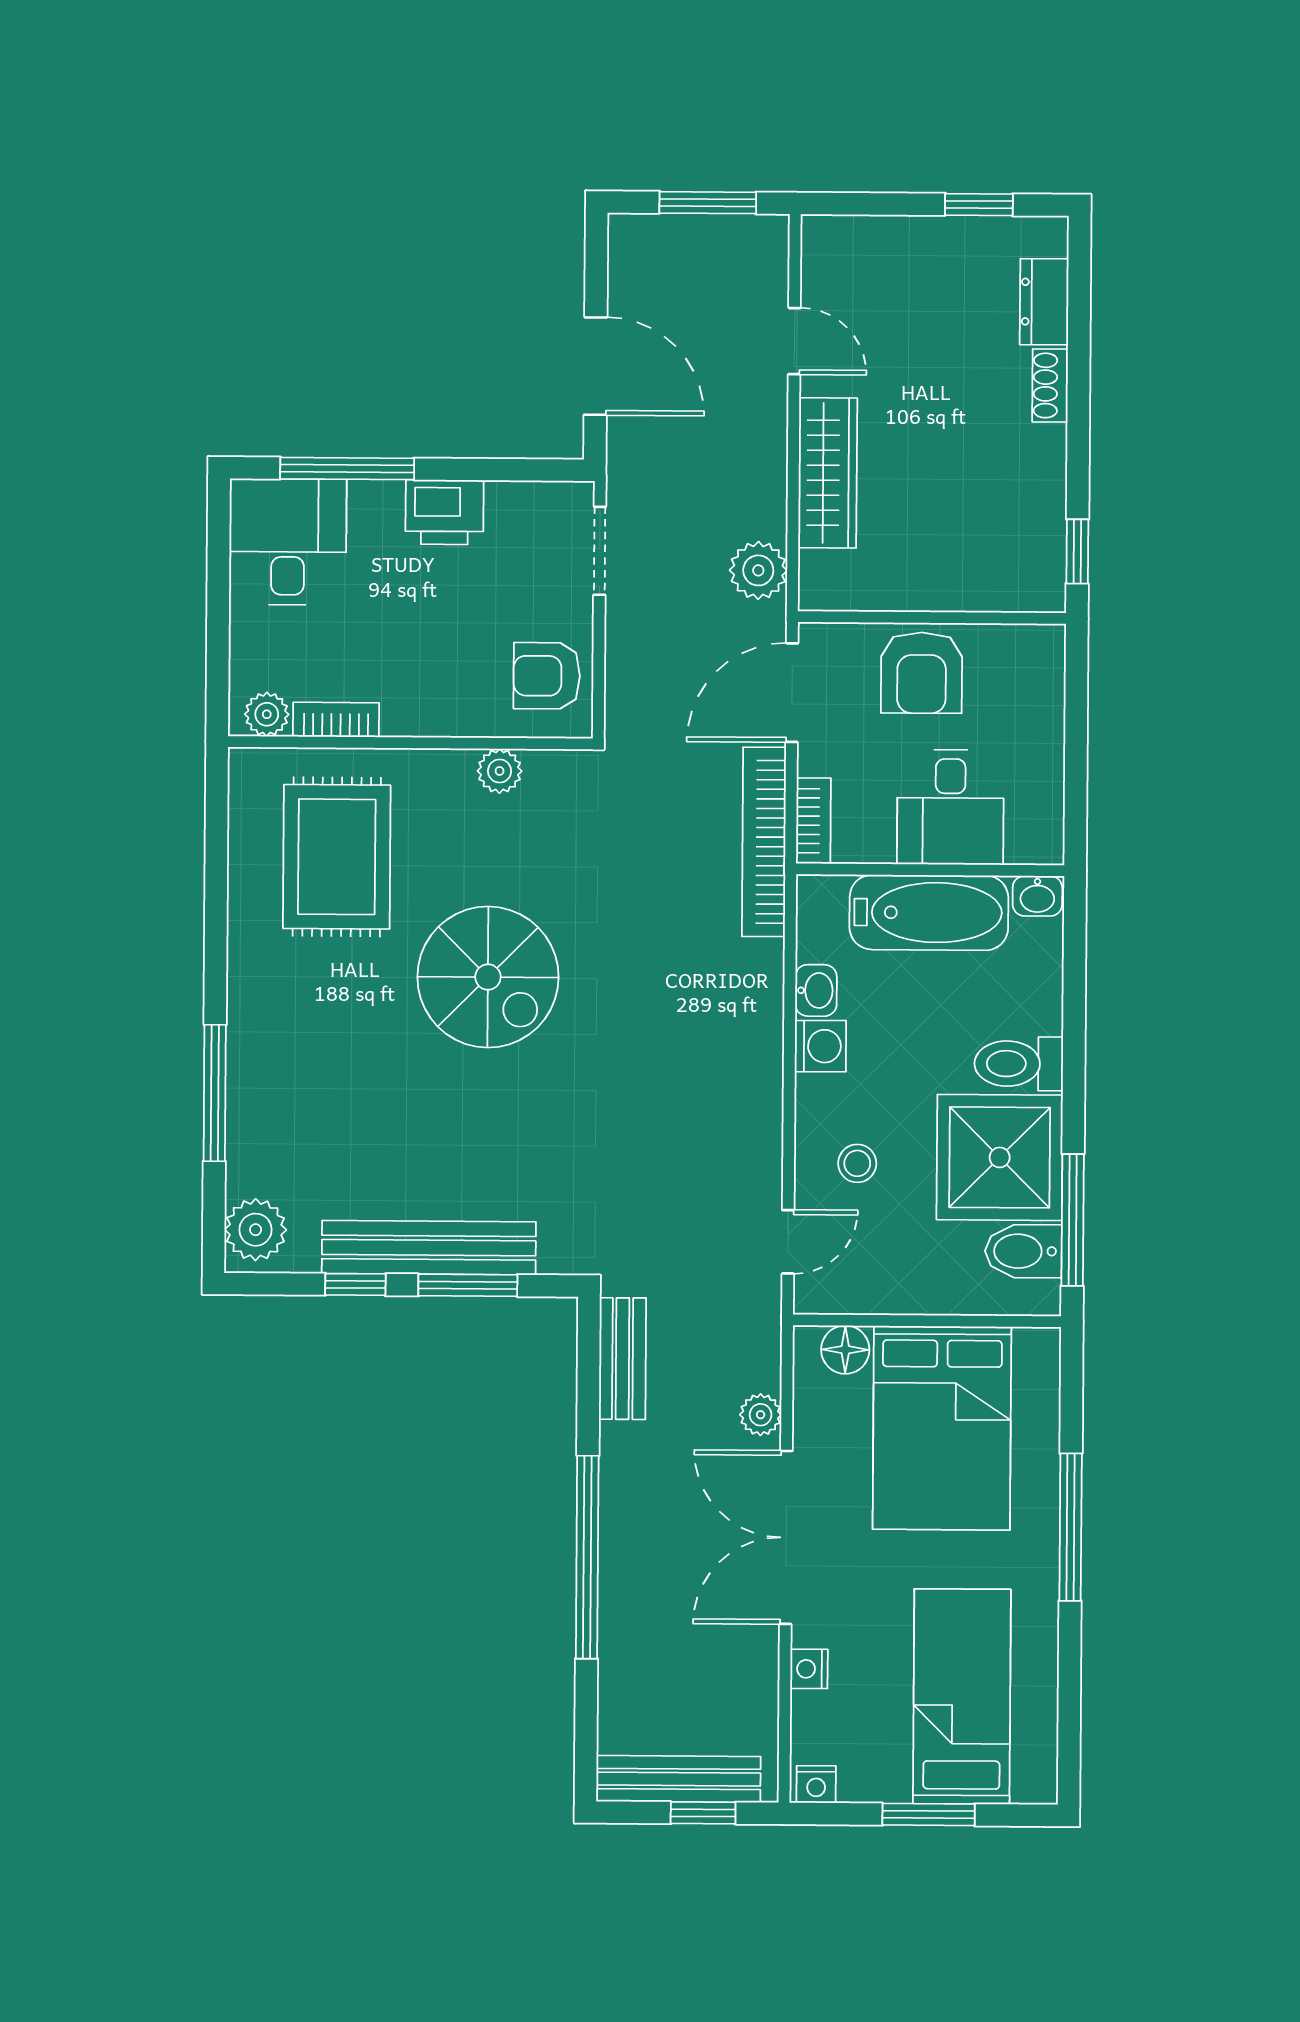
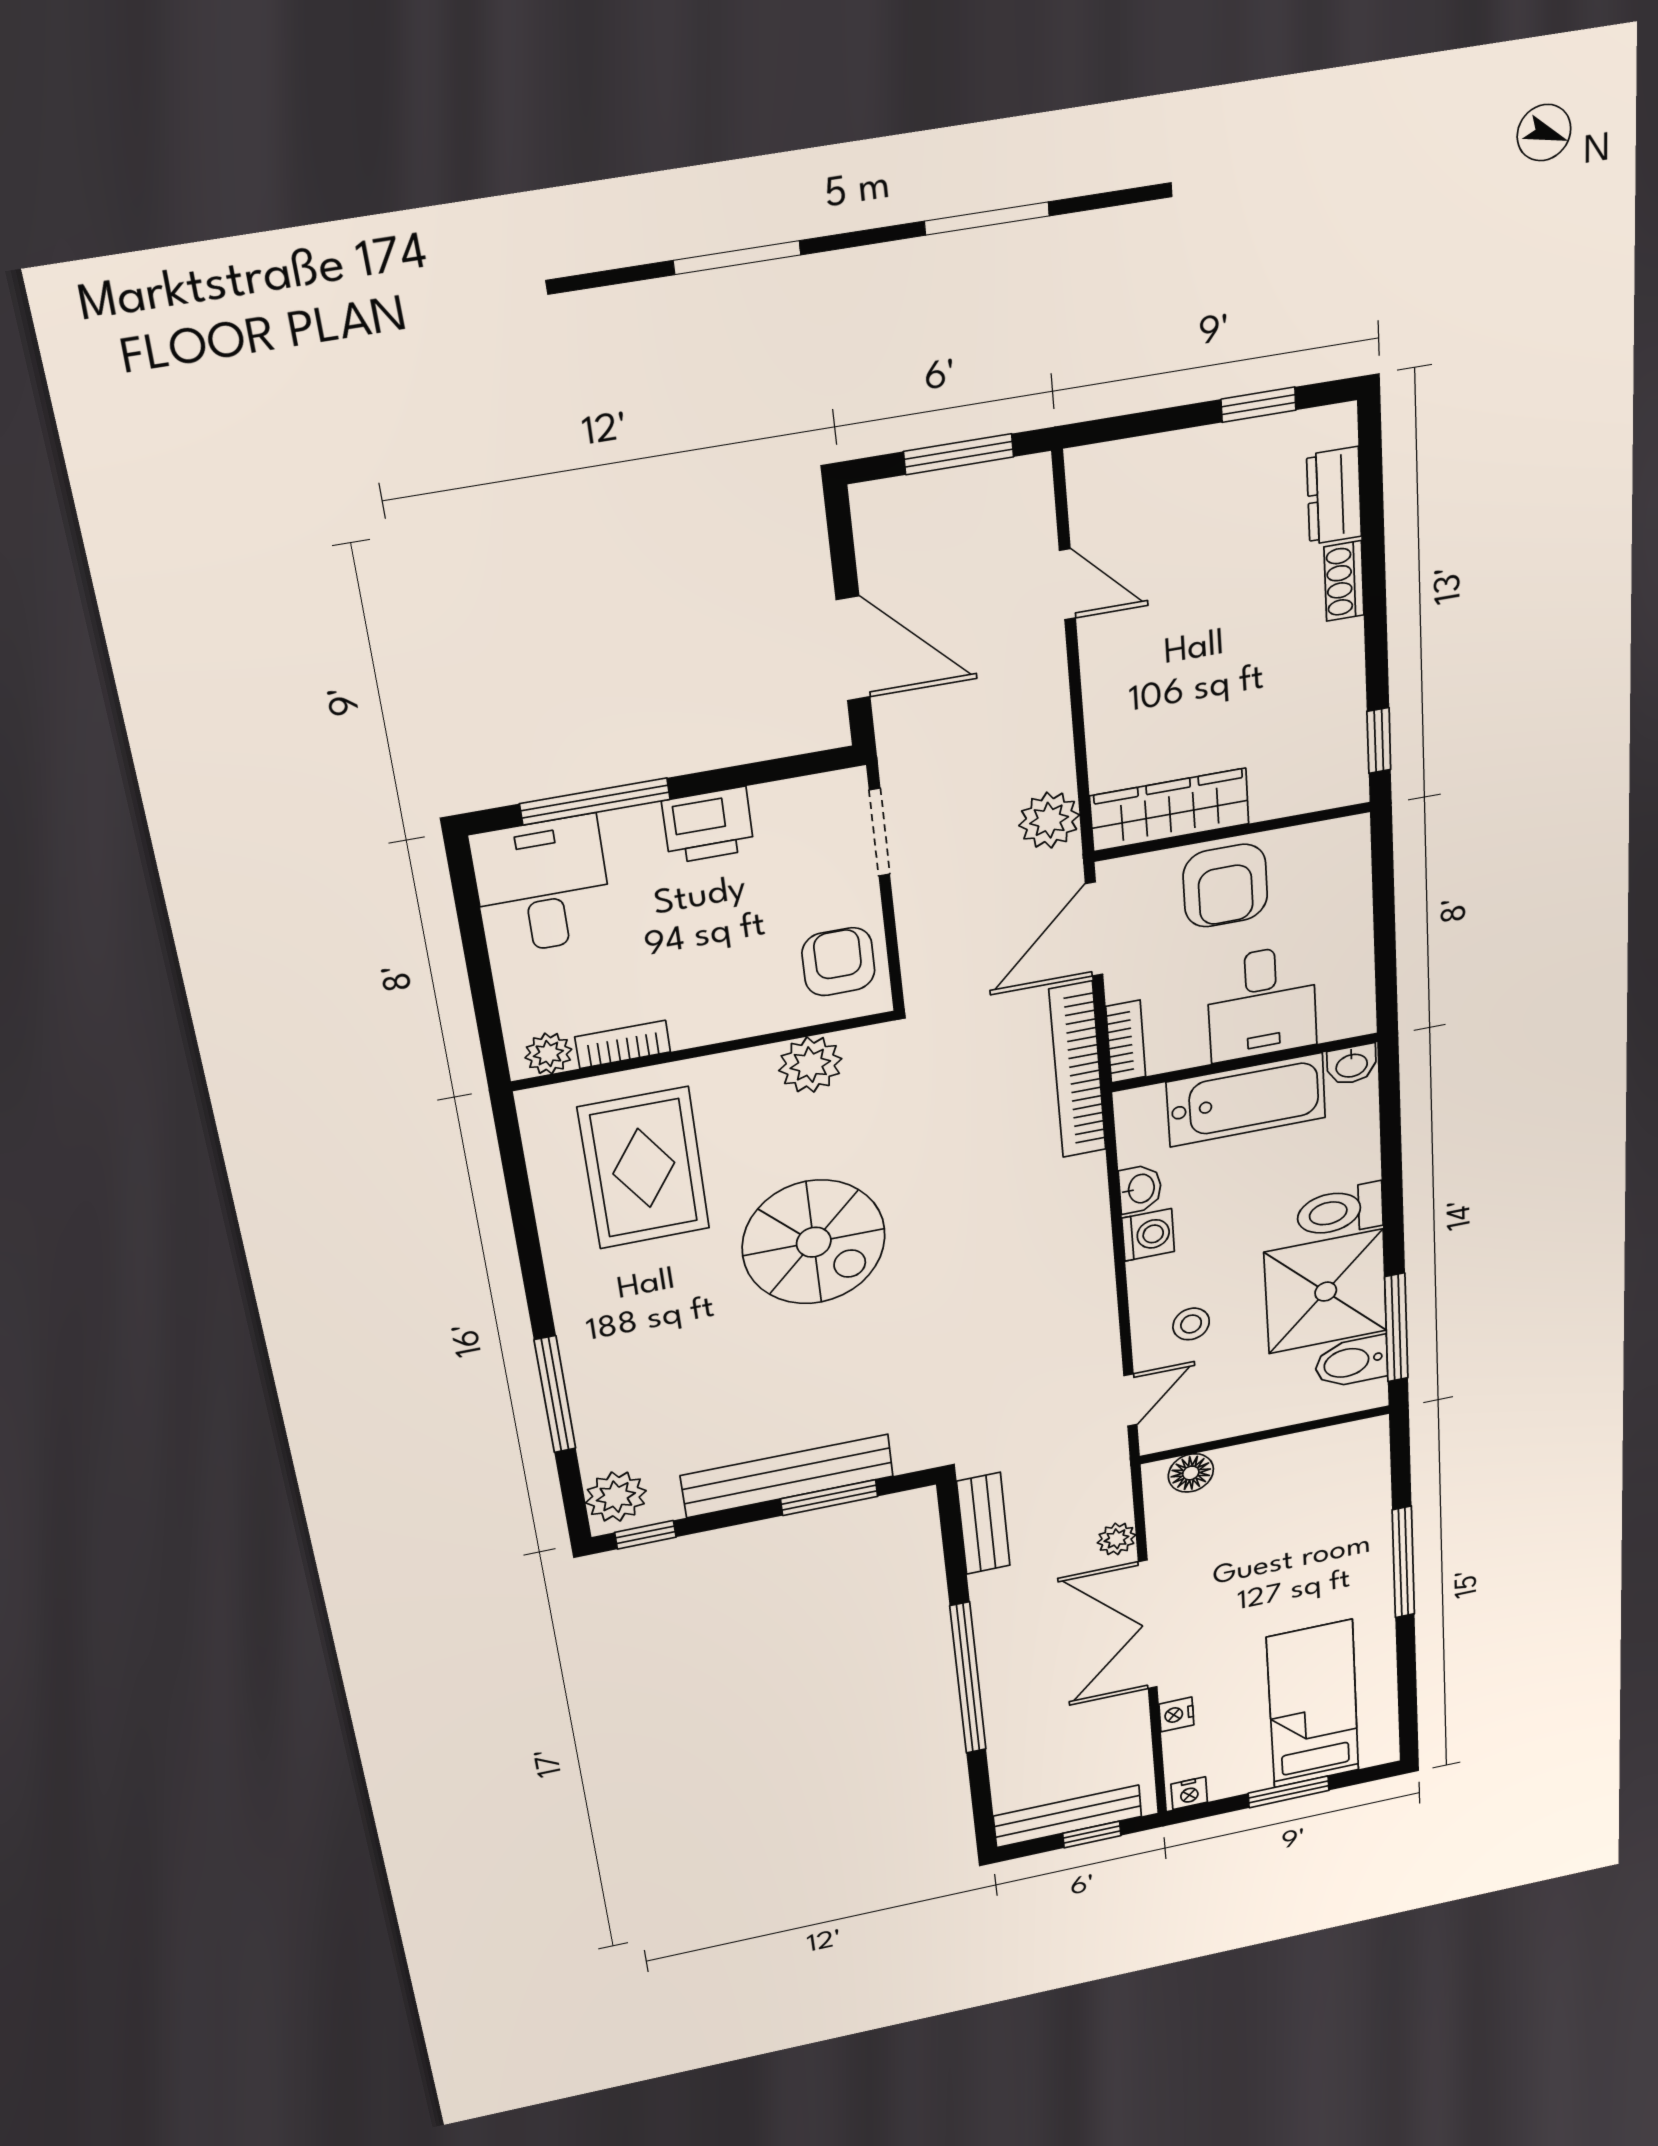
wardrobe: (828, 473) -> (1170, 810), moved, turned -90
armchair: (547, 676) -> (838, 962), turned 90
plant: (500, 771) -> (810, 1065), width x1.38, depth x1.38
window: (355, 1284) -> (645, 1535), moved
bed: (942, 1428) -> (1284, 1514), removed

